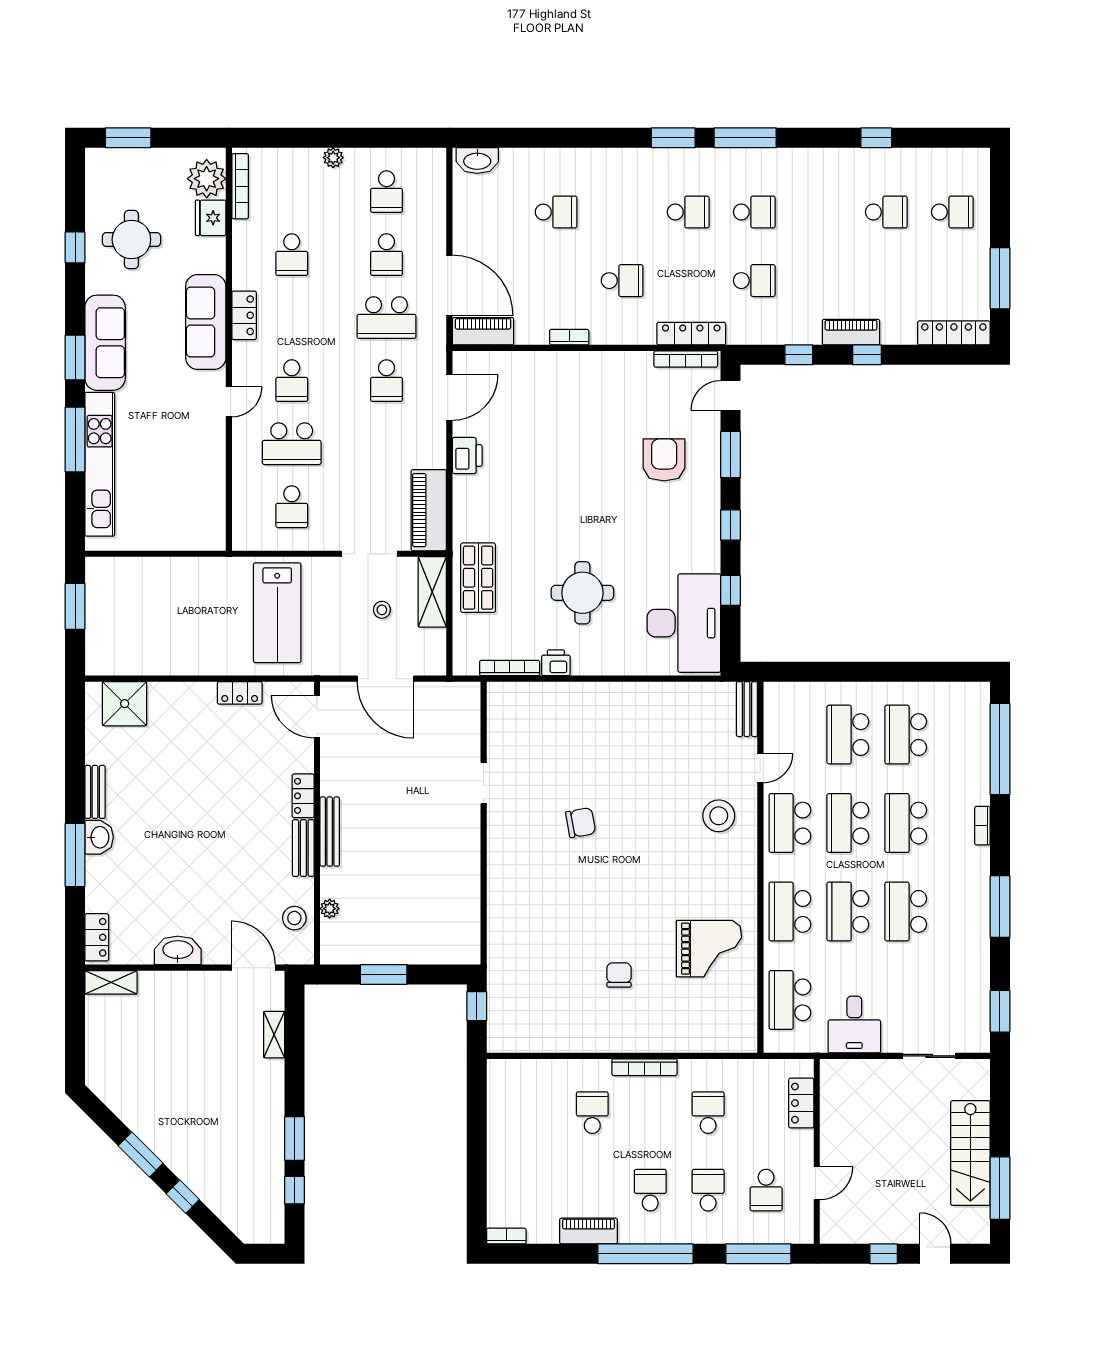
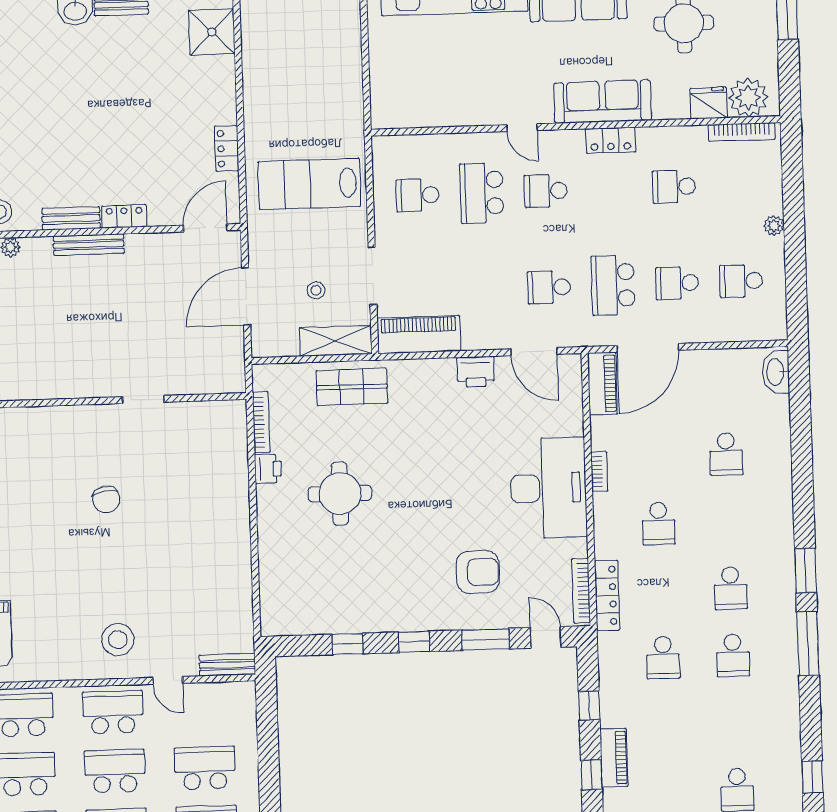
desk: (684, 623) -> (548, 488), moved, turned -90

